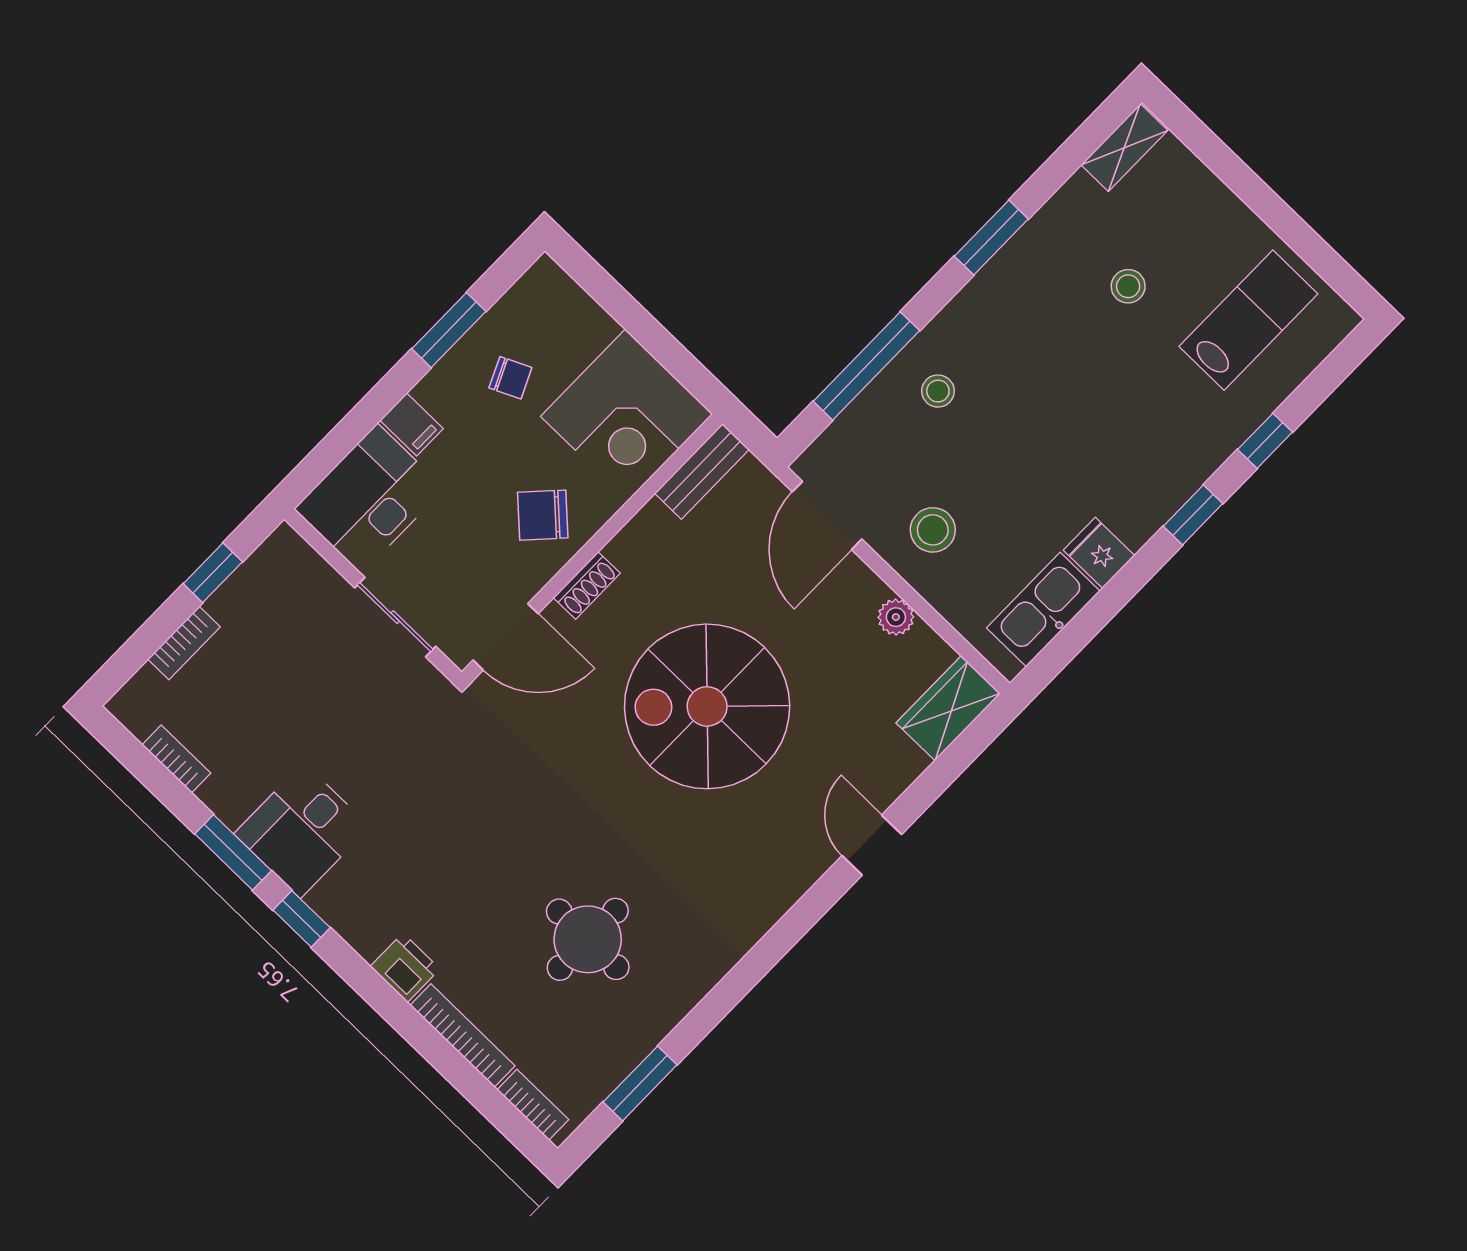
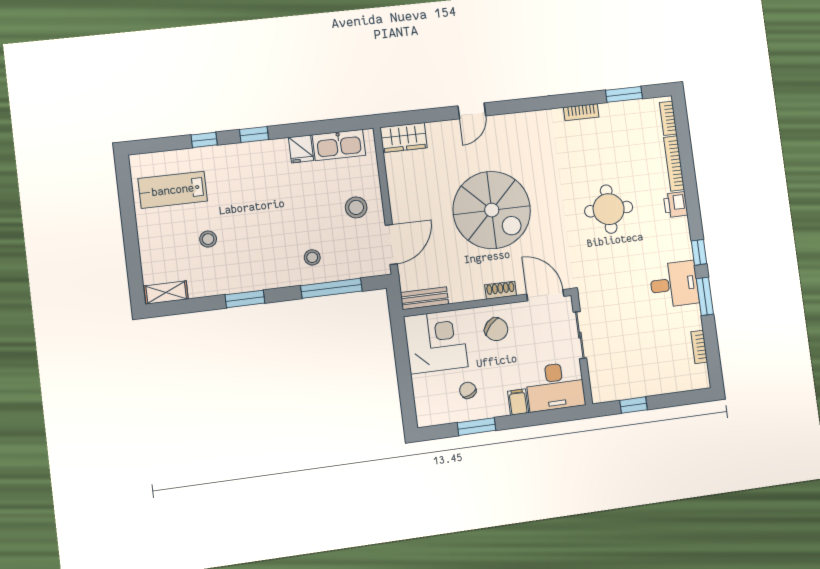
plant: (896, 617) -> (396, 186), removed
bookcase: (184, 643) -> (581, 112), moved, turned 180
round table: (588, 939) -> (609, 209), moved

